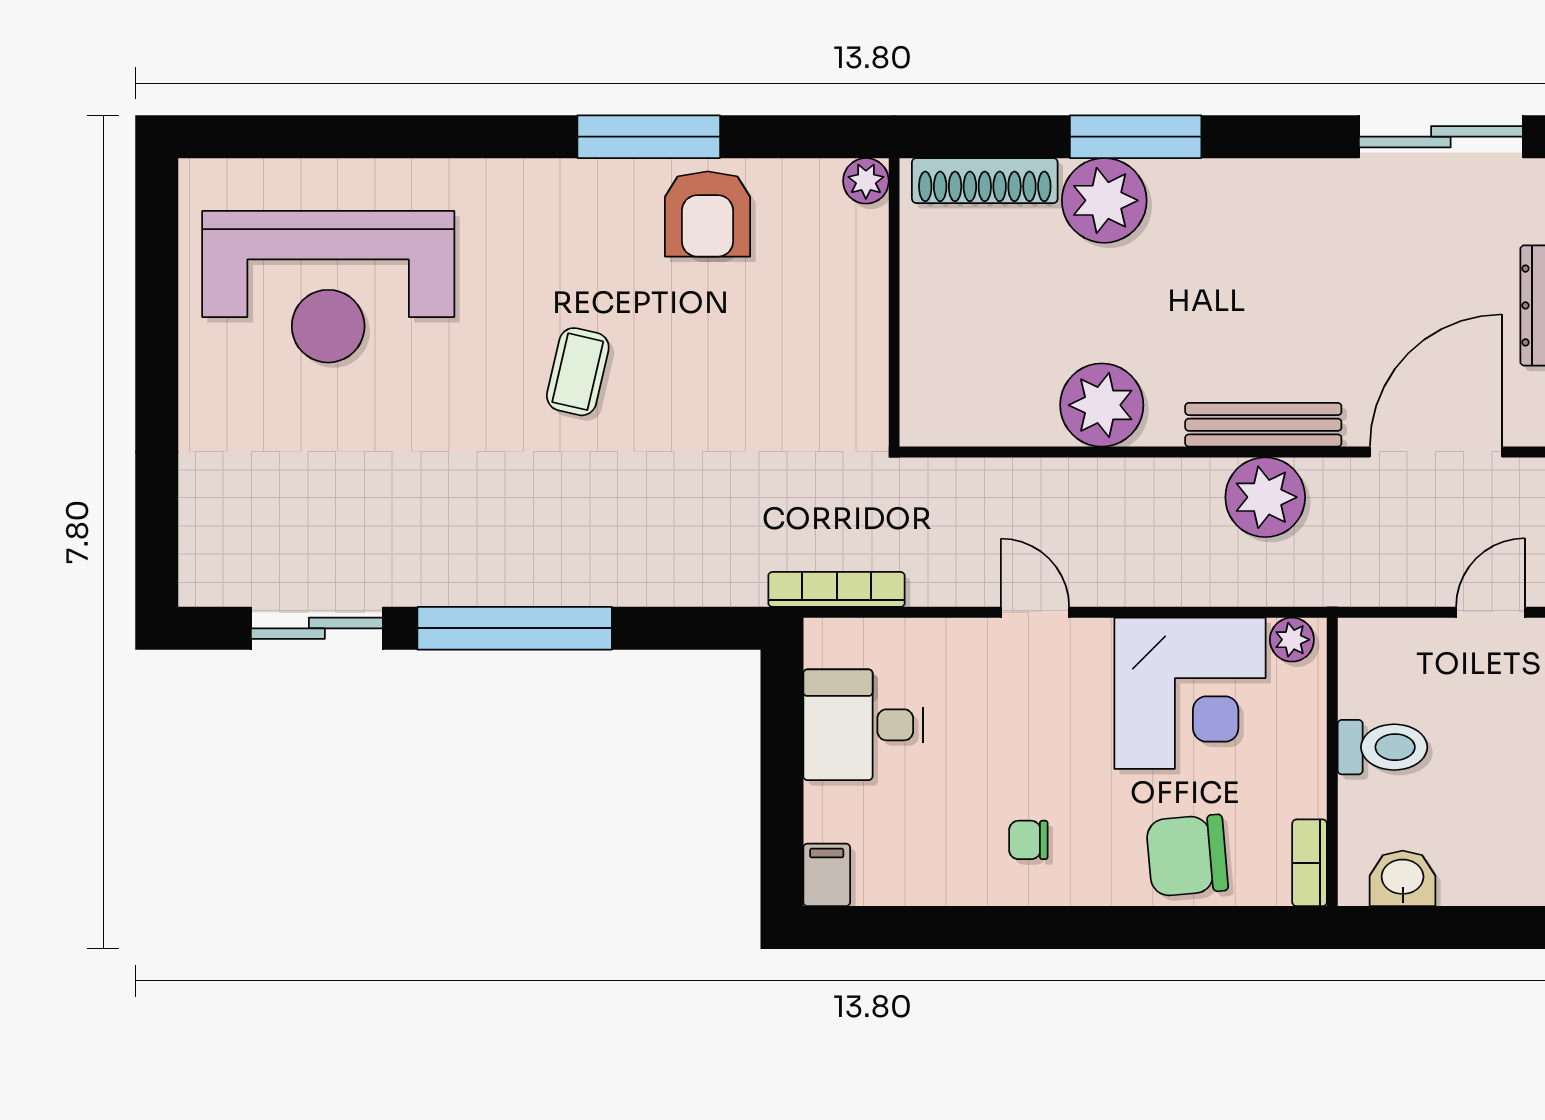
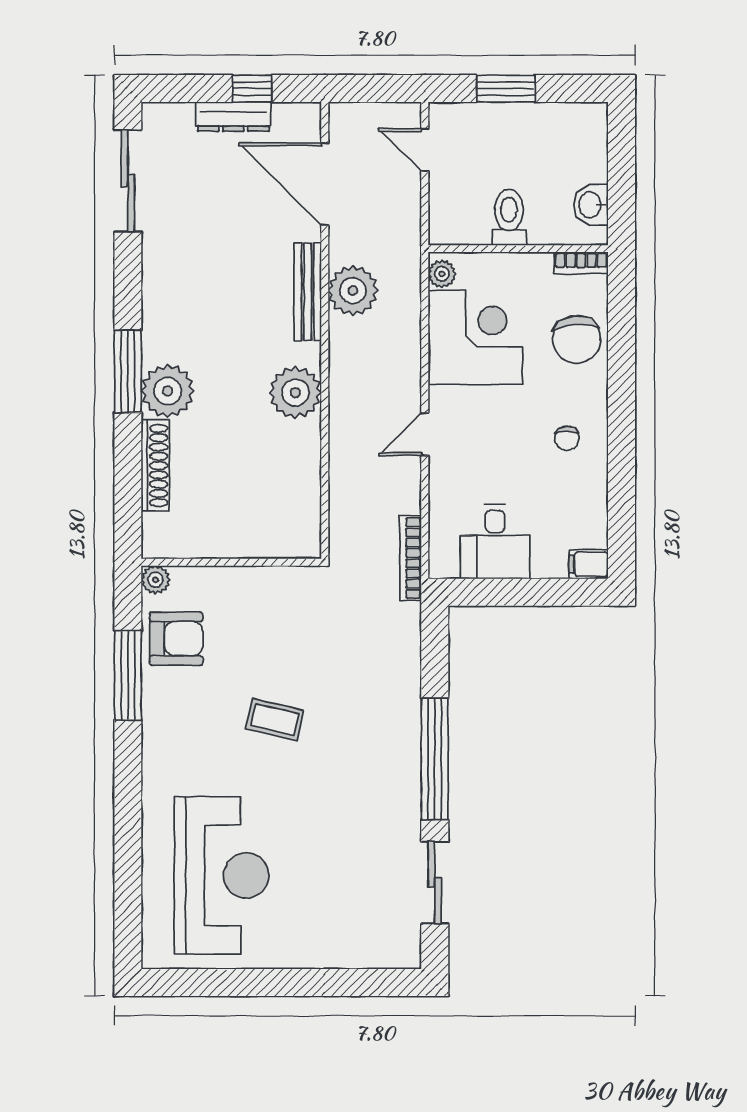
plant: (866, 181) -> (155, 580), moved
wall: (894, 302) -> (231, 562), moved

